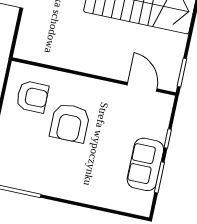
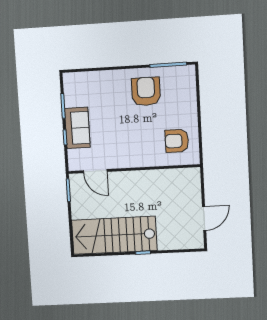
armchair: (70, 123) -> (146, 91), moved
sofa: (145, 164) -> (77, 128), moved

